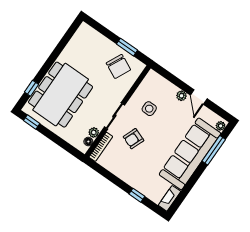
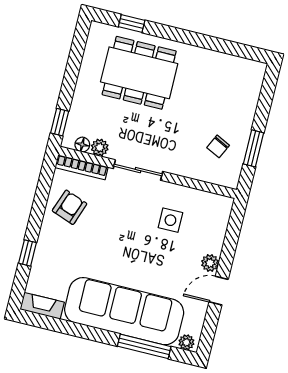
chair: (118, 66) -> (218, 146), width x0.54, depth x0.54
dining table: (61, 95) -> (139, 73), width x0.73, depth x0.80
window: (32, 122) -> (60, 122), moved
armchair: (133, 139) -> (70, 207), moved, turned 89

